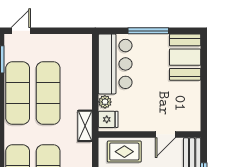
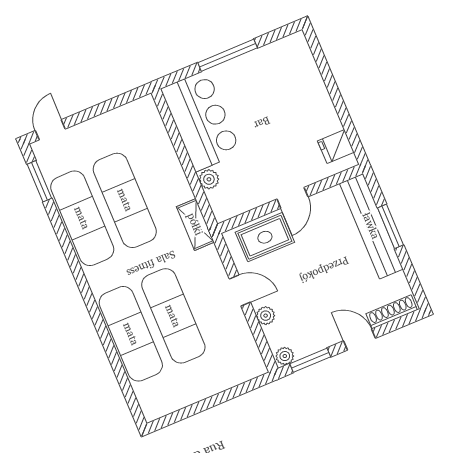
booth: (185, 57) -> (294, 70), removed
fridge: (108, 119) -> (336, 147), moved, turned 180
door: (165, 135) -> (292, 198), moved

